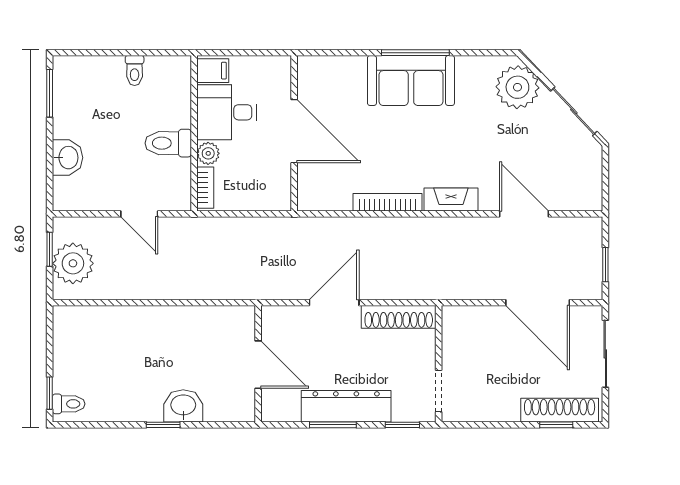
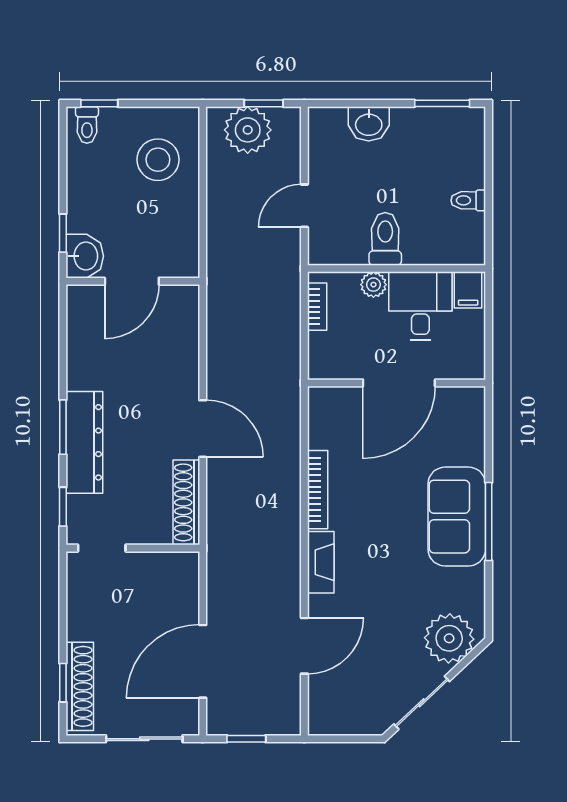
bookcase: (205, 188) -> (317, 307), moved, turned -90
stool: (99, 342) -> (158, 160), added
wall: (258, 364) -> (133, 281), moved
door: (258, 365) -> (132, 281), moved

